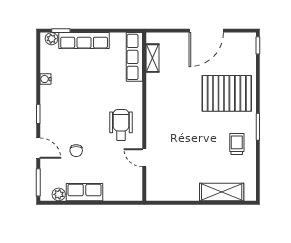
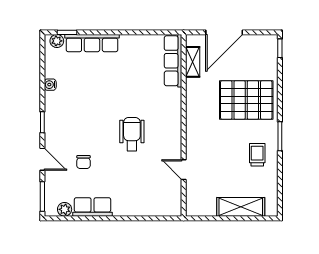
row of seats: (134, 57) -> (173, 61), moved
shelving: (153, 58) -> (193, 62), moved
wall: (144, 117) -> (184, 125), moved
door: (144, 158) -> (184, 170), moved

